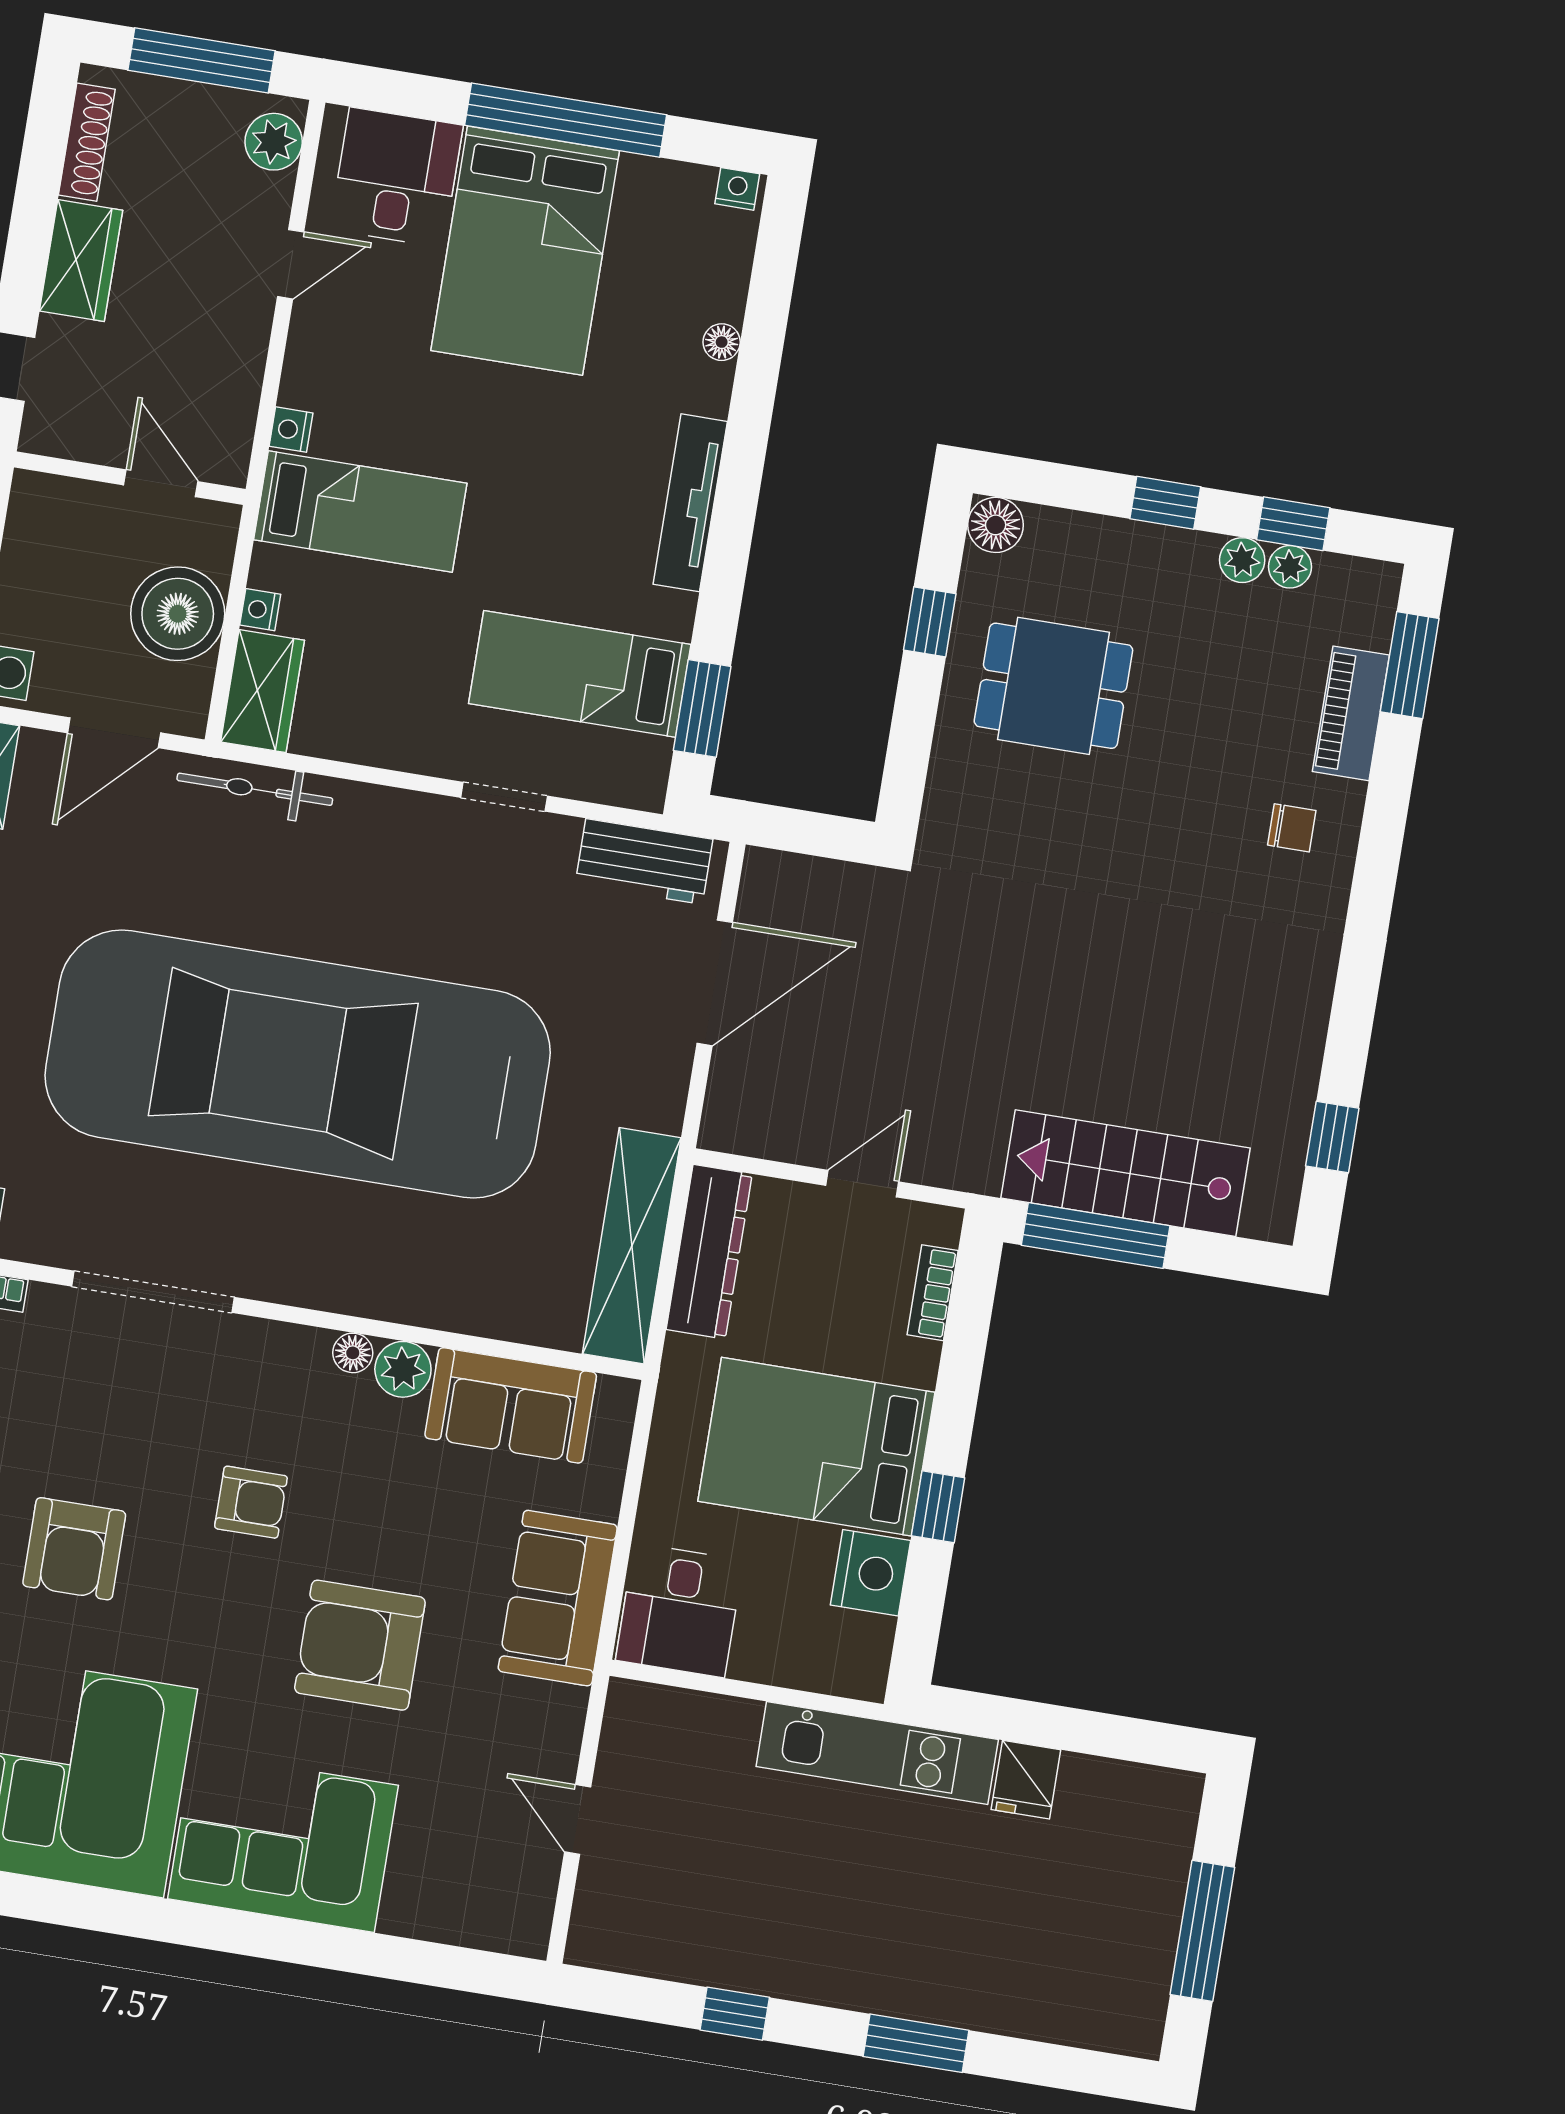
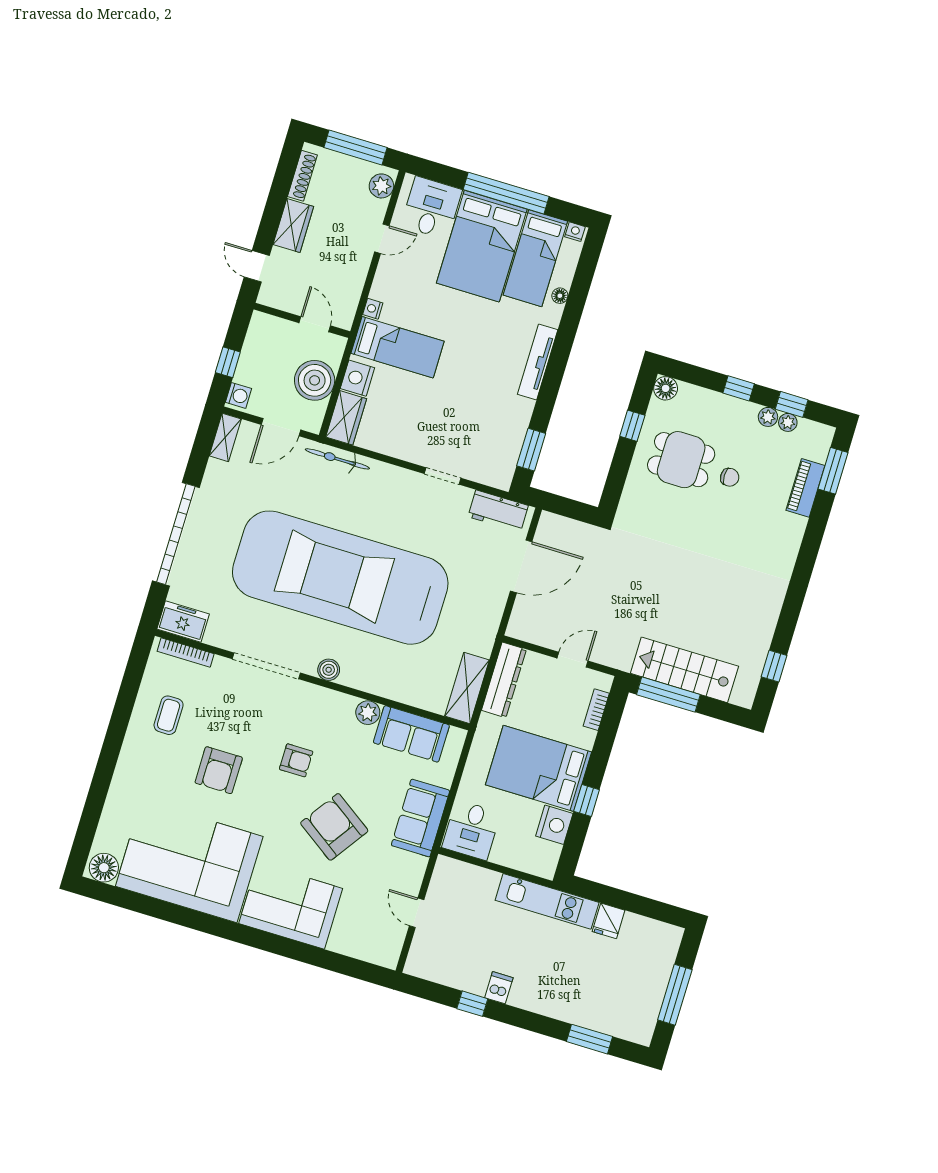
nightstand: (260, 610) -> (357, 378), width x1.89, depth x1.79
bed: (580, 674) -> (535, 258), moved, turned -90
chair: (1292, 828) -> (730, 477), moved
shelving: (632, 1246) -> (467, 688), width x0.68
boiler: (299, 1282) -> (329, 670), added
floor lamp: (353, 1353) -> (347, 703), removed
armchair: (360, 1645) -> (334, 827), turned 35
dishwasher: (792, 1968) -> (499, 988), added
window: (916, 2043) -> (589, 1039), moved

